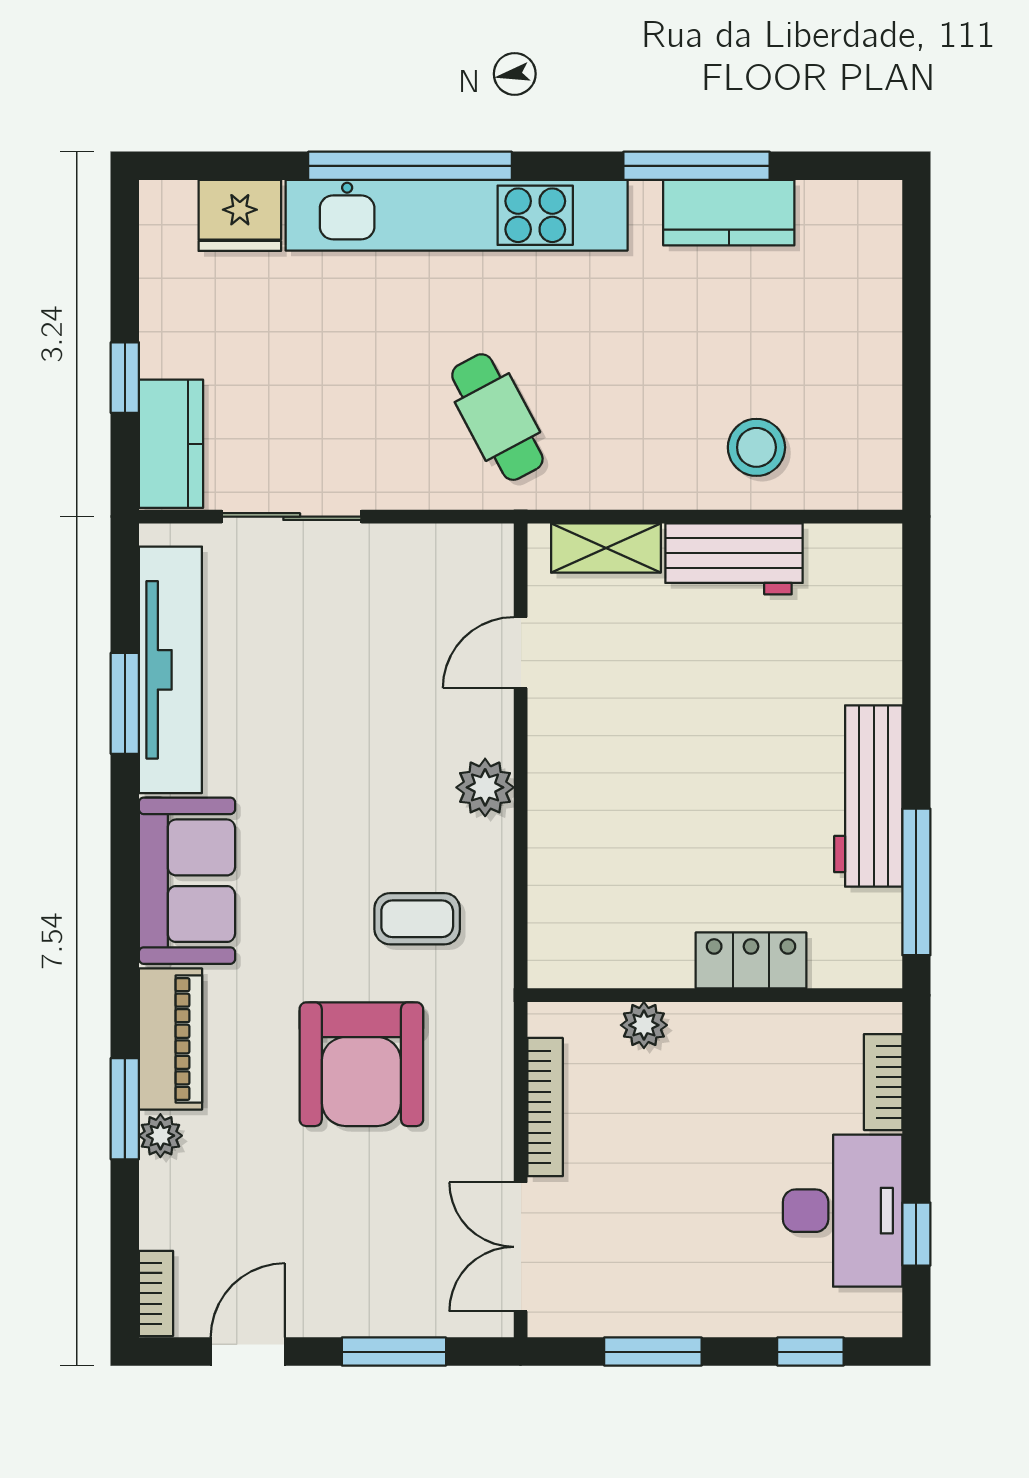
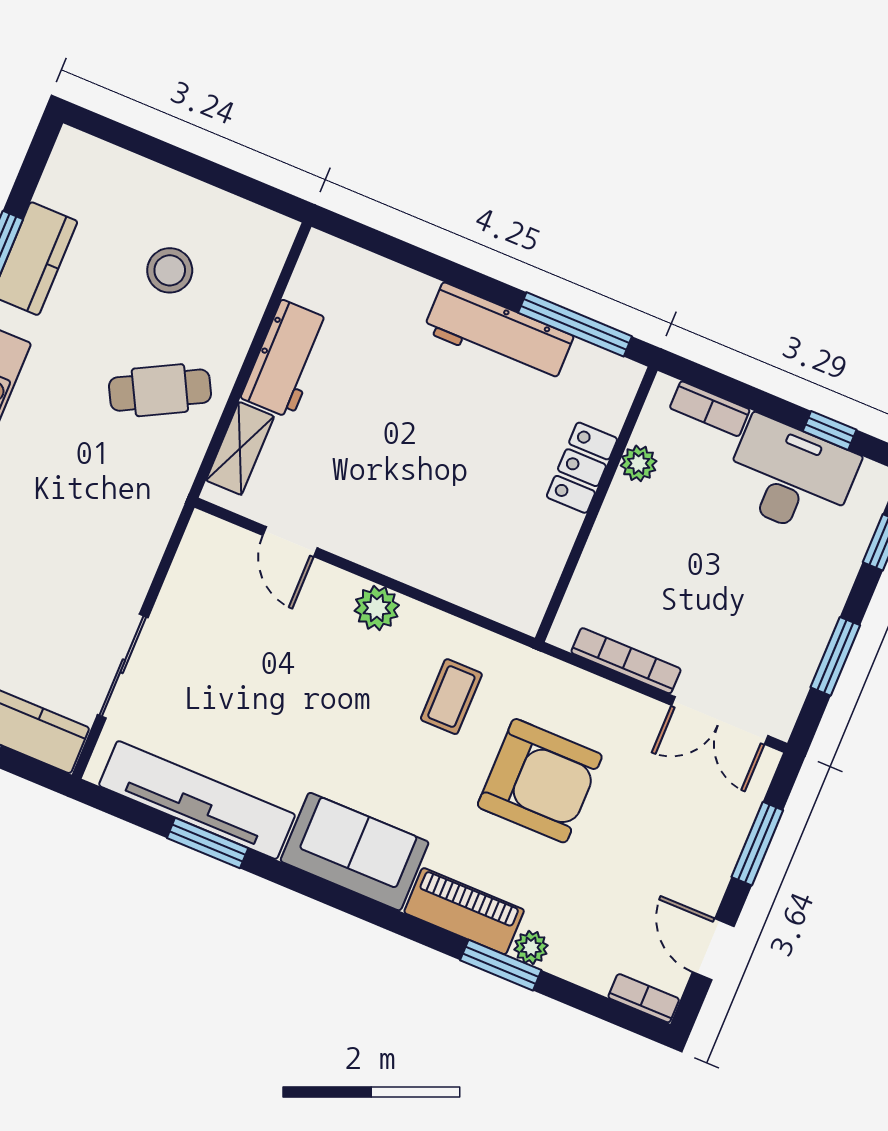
cafe table: (497, 417) -> (160, 390), moved
stool: (756, 447) -> (170, 270), moved
plant: (644, 1025) -> (639, 463), moved

